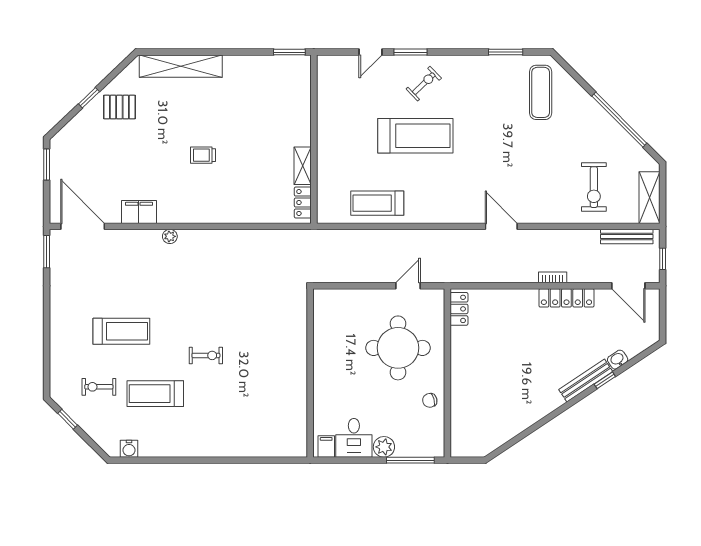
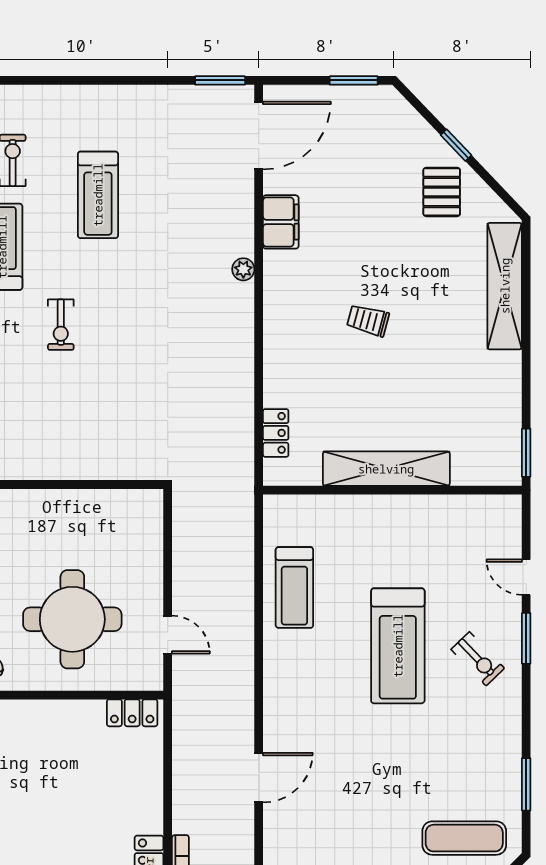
trolley: (203, 155) -> (368, 320), turned -75
shelving: (303, 166) -> (386, 469), width x2.20, depth x1.33
locker: (303, 203) -> (276, 433), moved, turned 90
treadmill: (377, 203) -> (294, 588), turned 180

